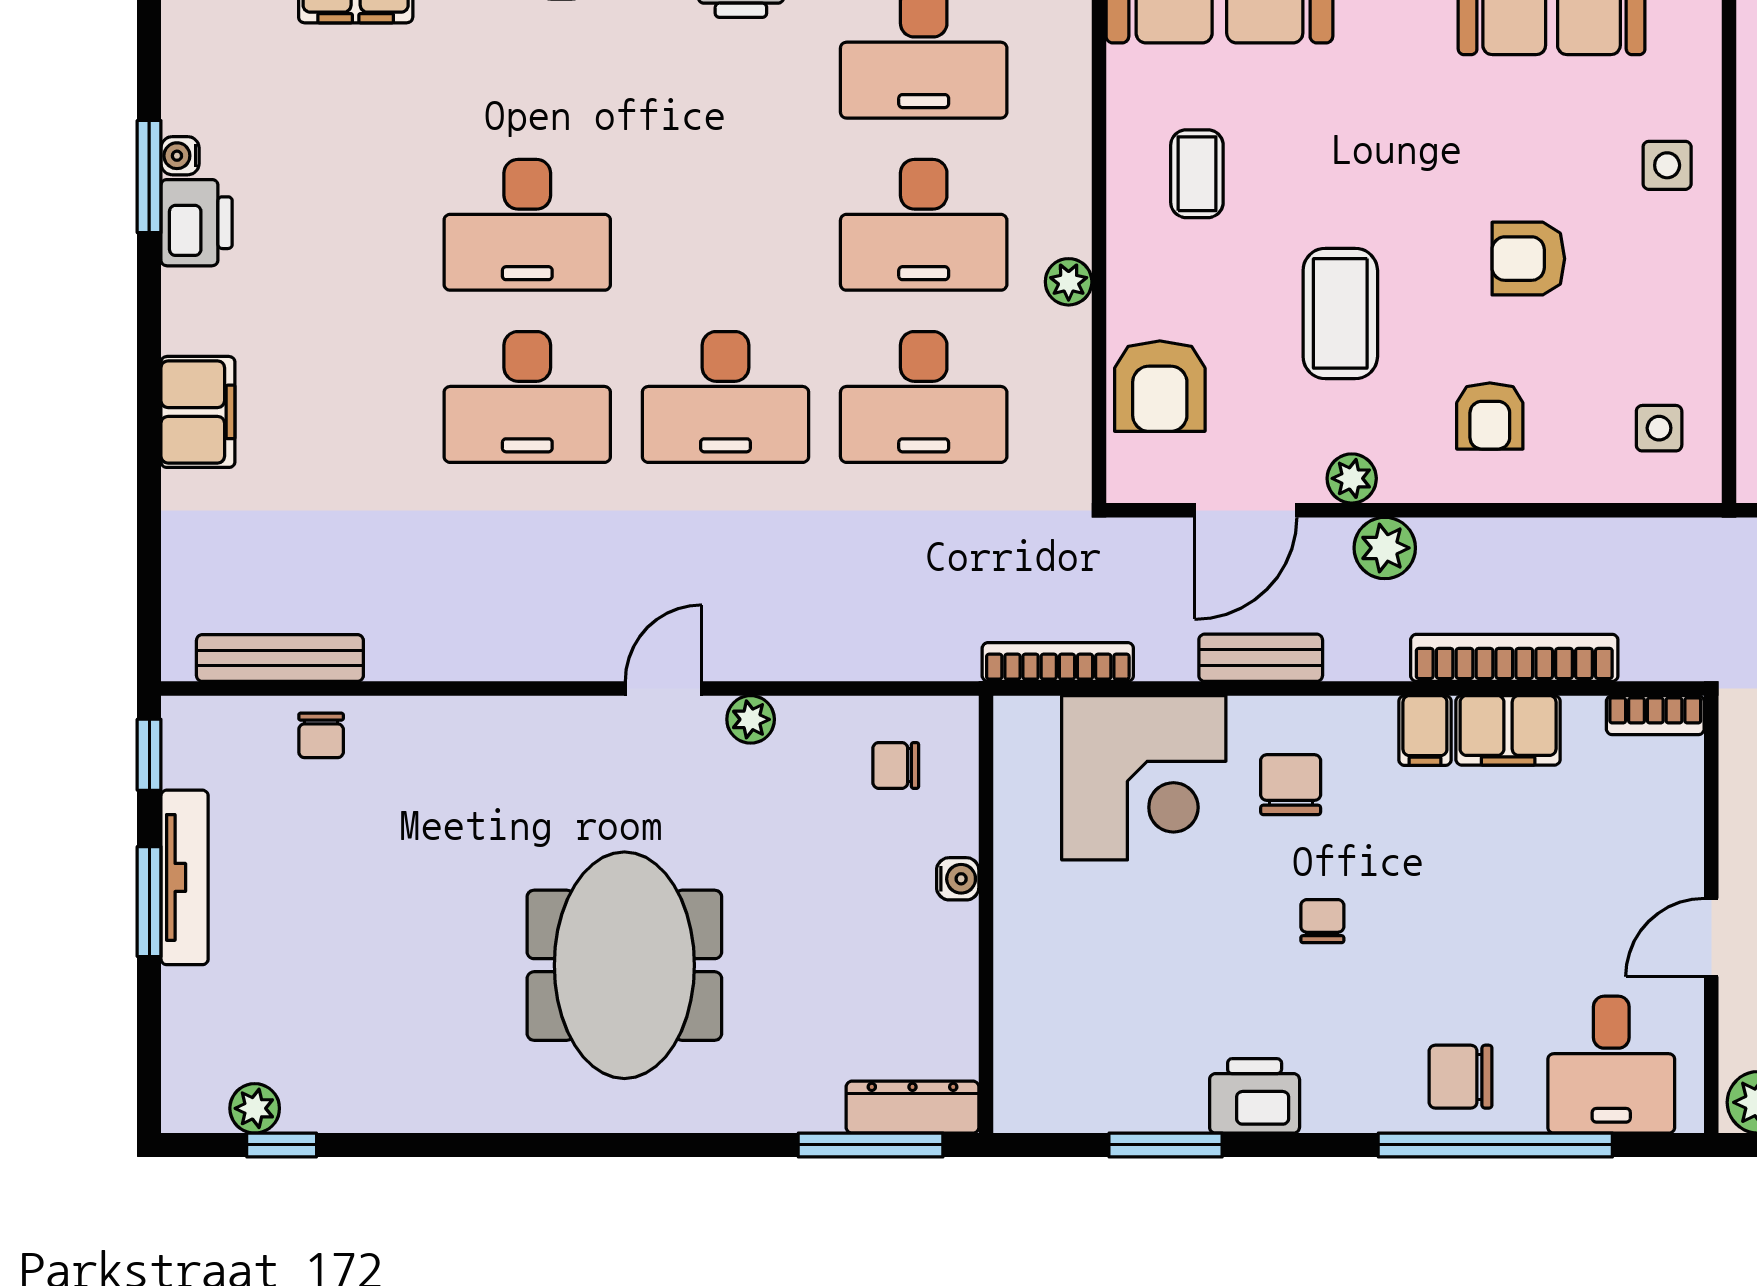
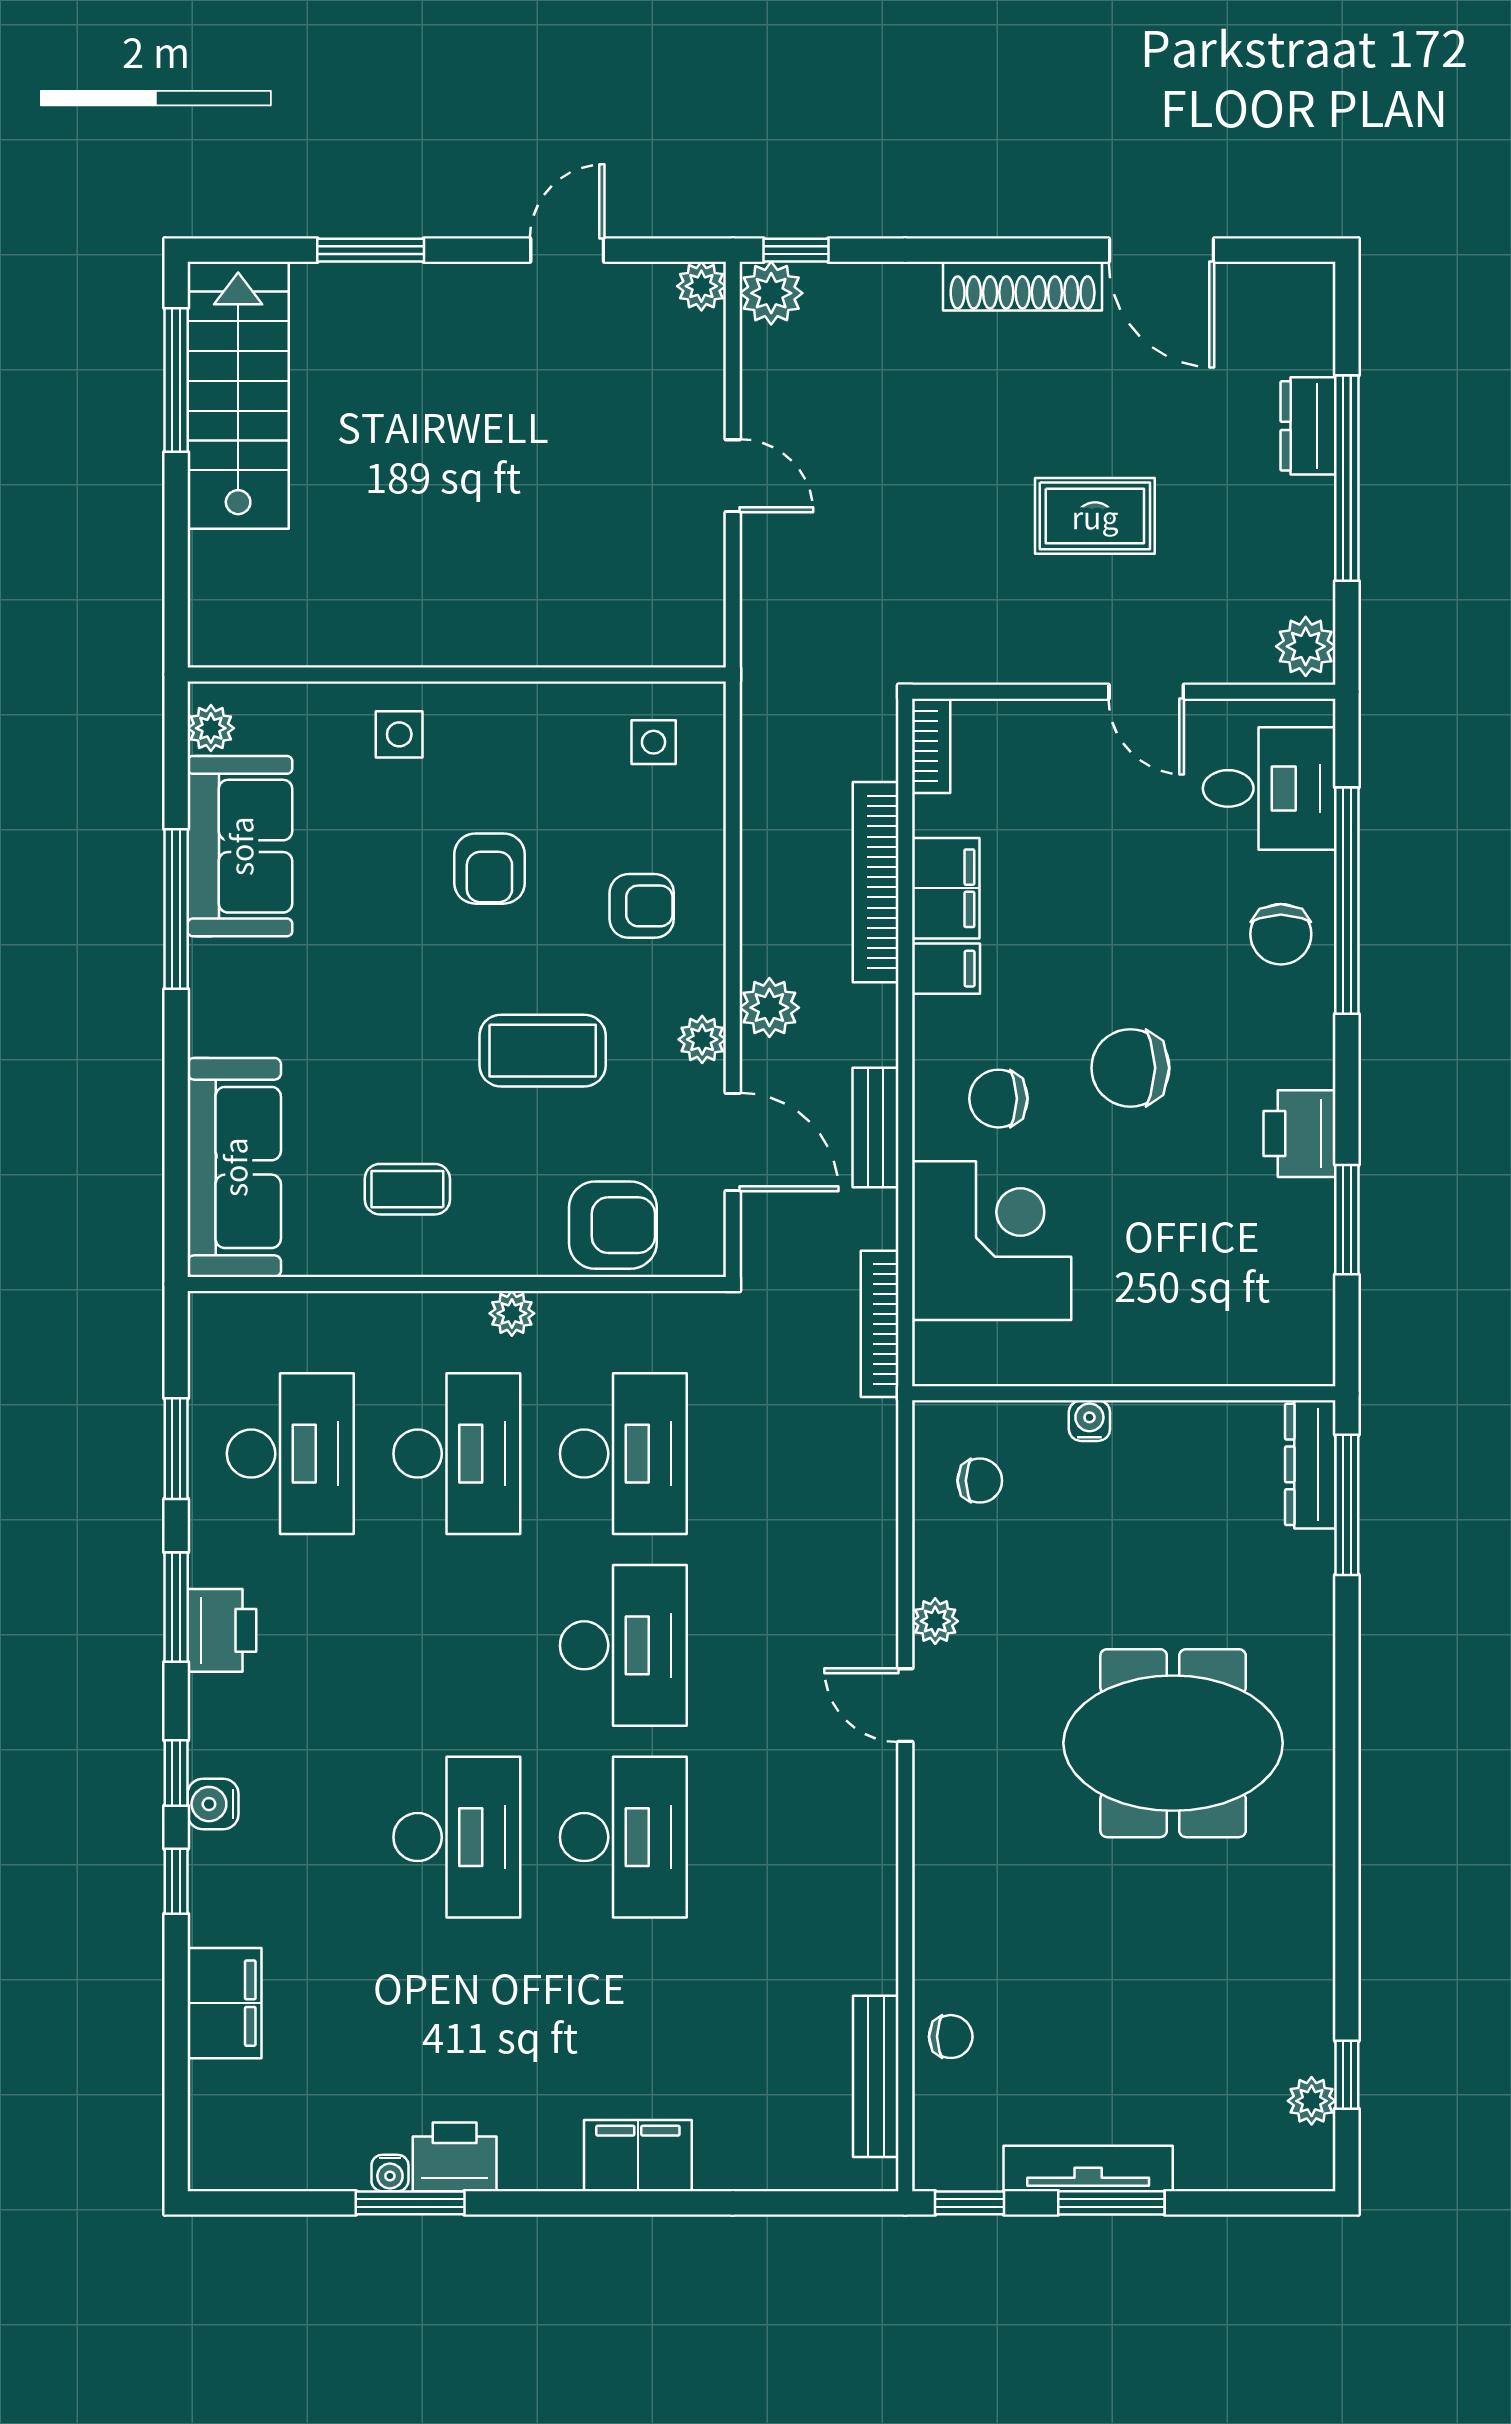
chair: (896, 765) -> (980, 1481), turned -90
chair: (1322, 921) -> (1130, 1068), width x1.87, depth x1.87

